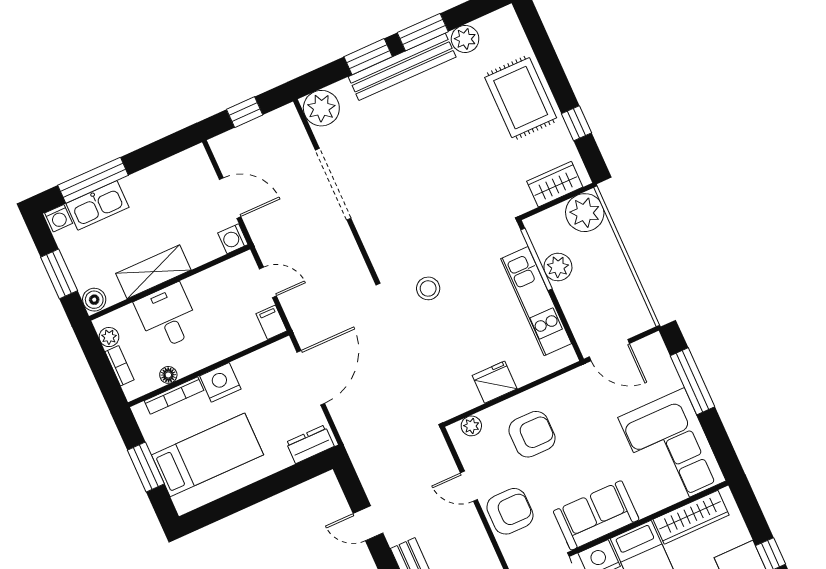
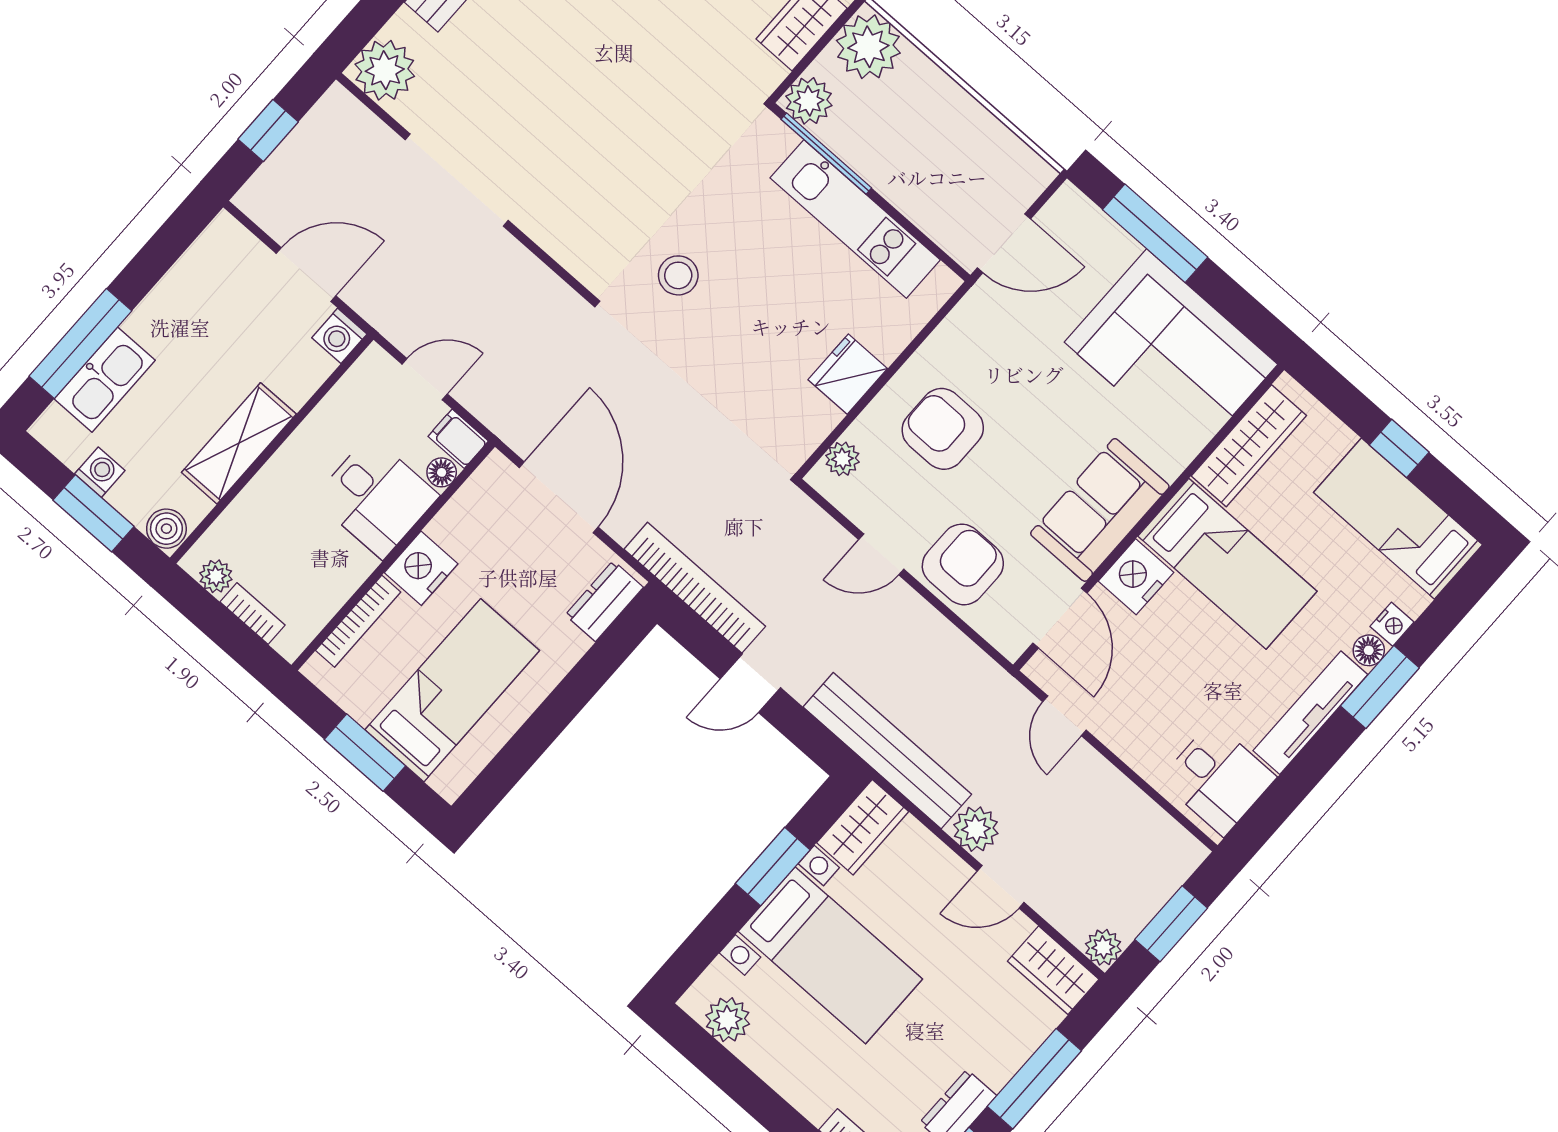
washing machine: (59, 218) -> (100, 472), moved, turned -90
plant: (558, 267) -> (809, 101), moved
desk: (167, 317) -> (376, 497), moved, turned 180
floor lamp: (168, 375) -> (442, 472), moved
armchair: (532, 434) -> (943, 429), turned -90
bookcase: (361, 459) -> (695, 588), added

